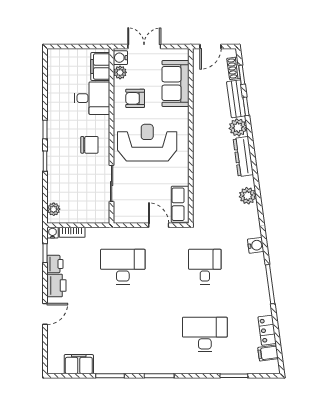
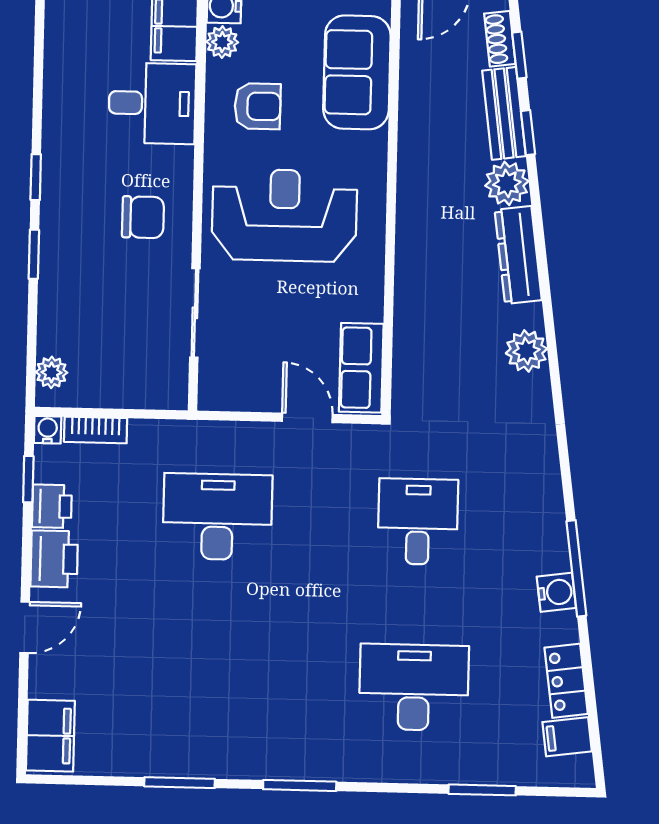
armchair: (135, 98) -> (258, 106), turned 180
water cooler: (256, 245) -> (556, 592), moved
filing cabinet: (79, 364) -> (50, 736), moved, turned 90

